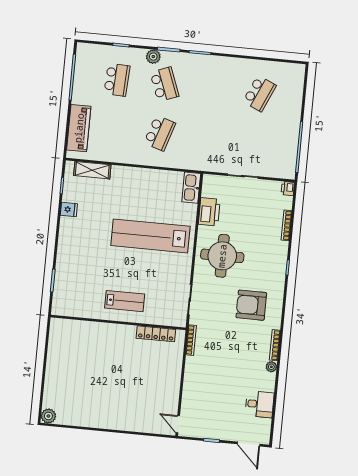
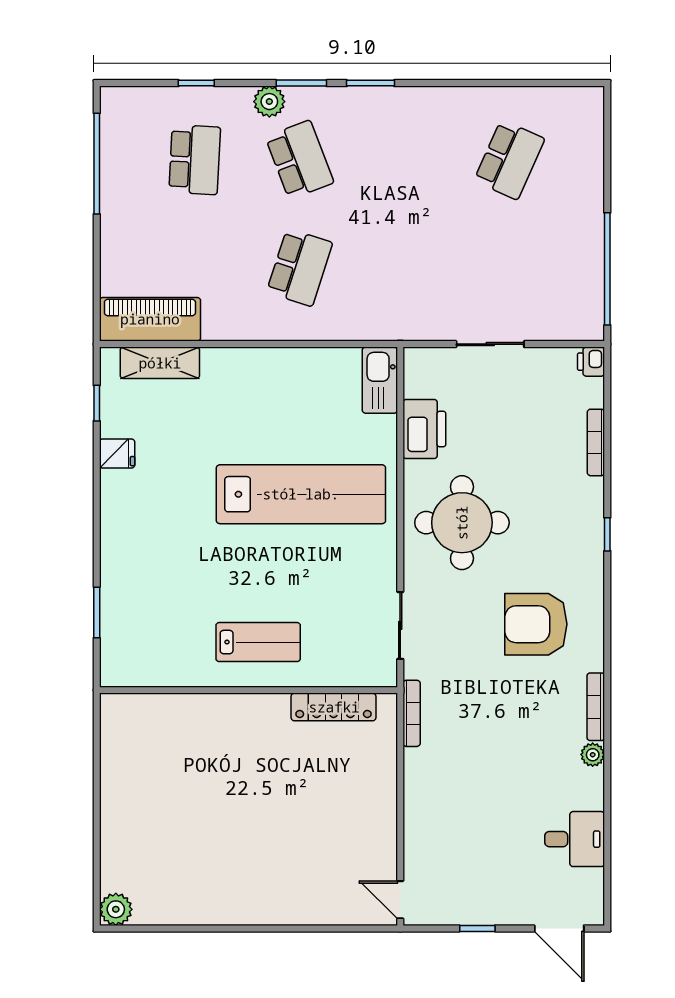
piano: (79, 128) -> (150, 319), moved, turned -90
lab bench: (150, 236) -> (301, 494), turned 180

